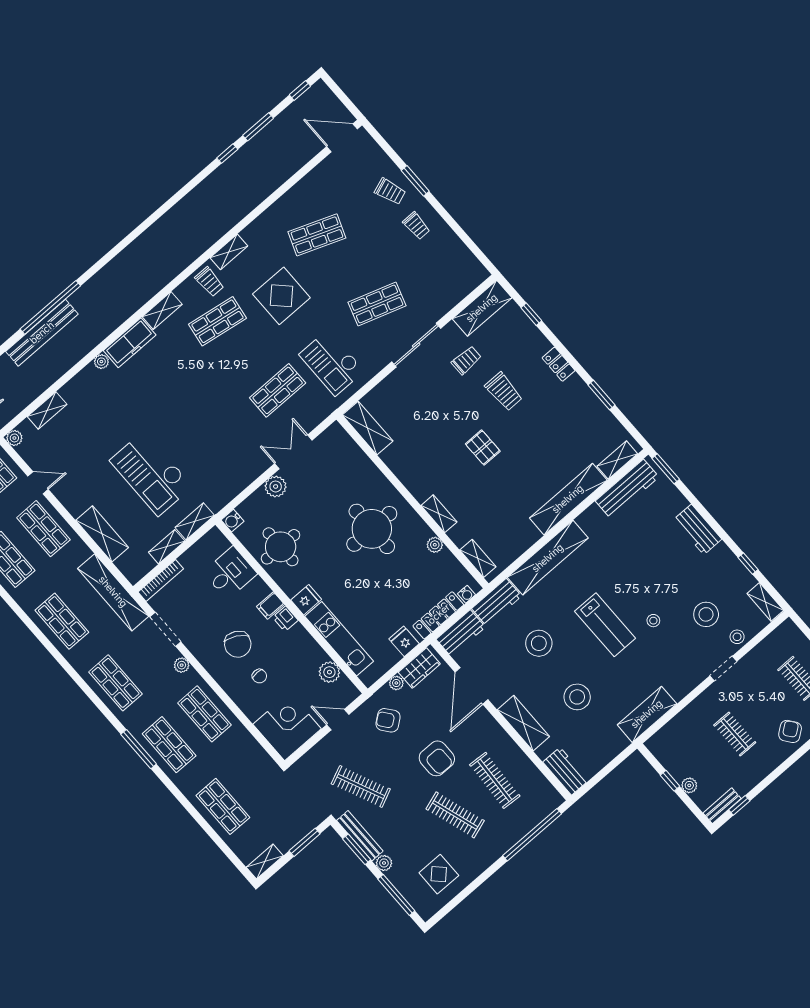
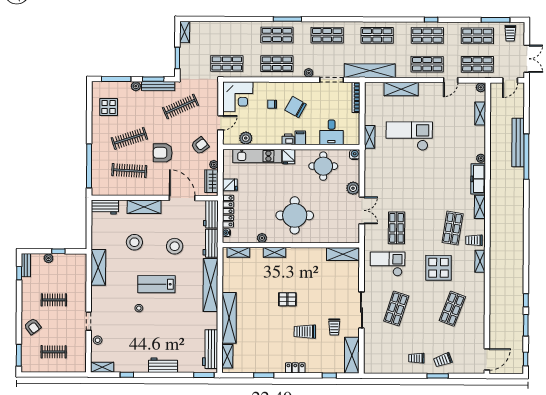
shelving: (167, 547) -> (369, 114), removed
stool: (706, 614) -> (120, 335), removed
shop shelf: (223, 806) -> (227, 63), moved

